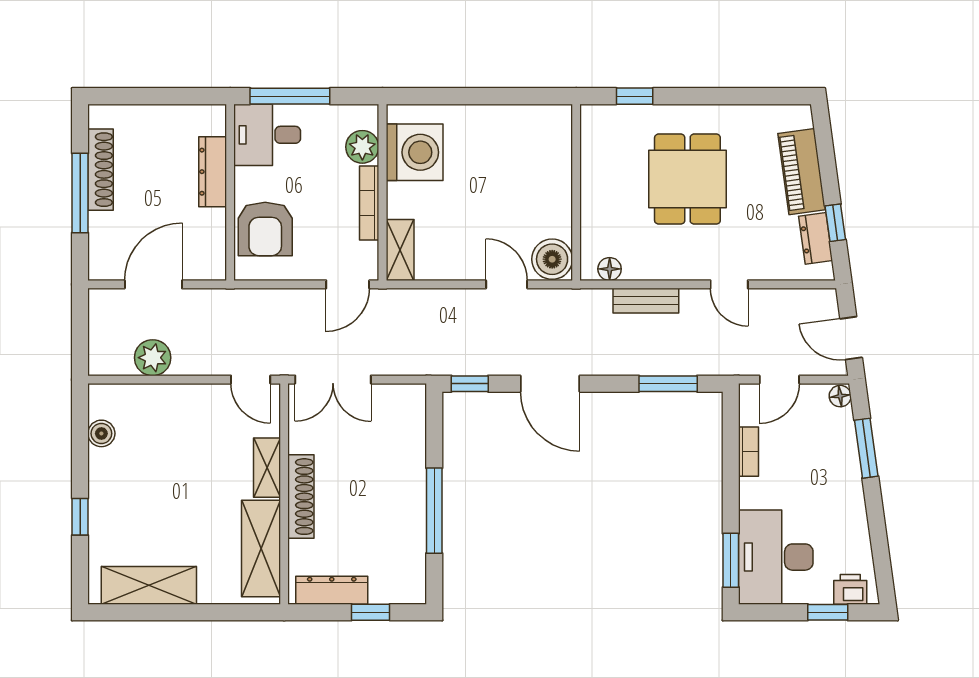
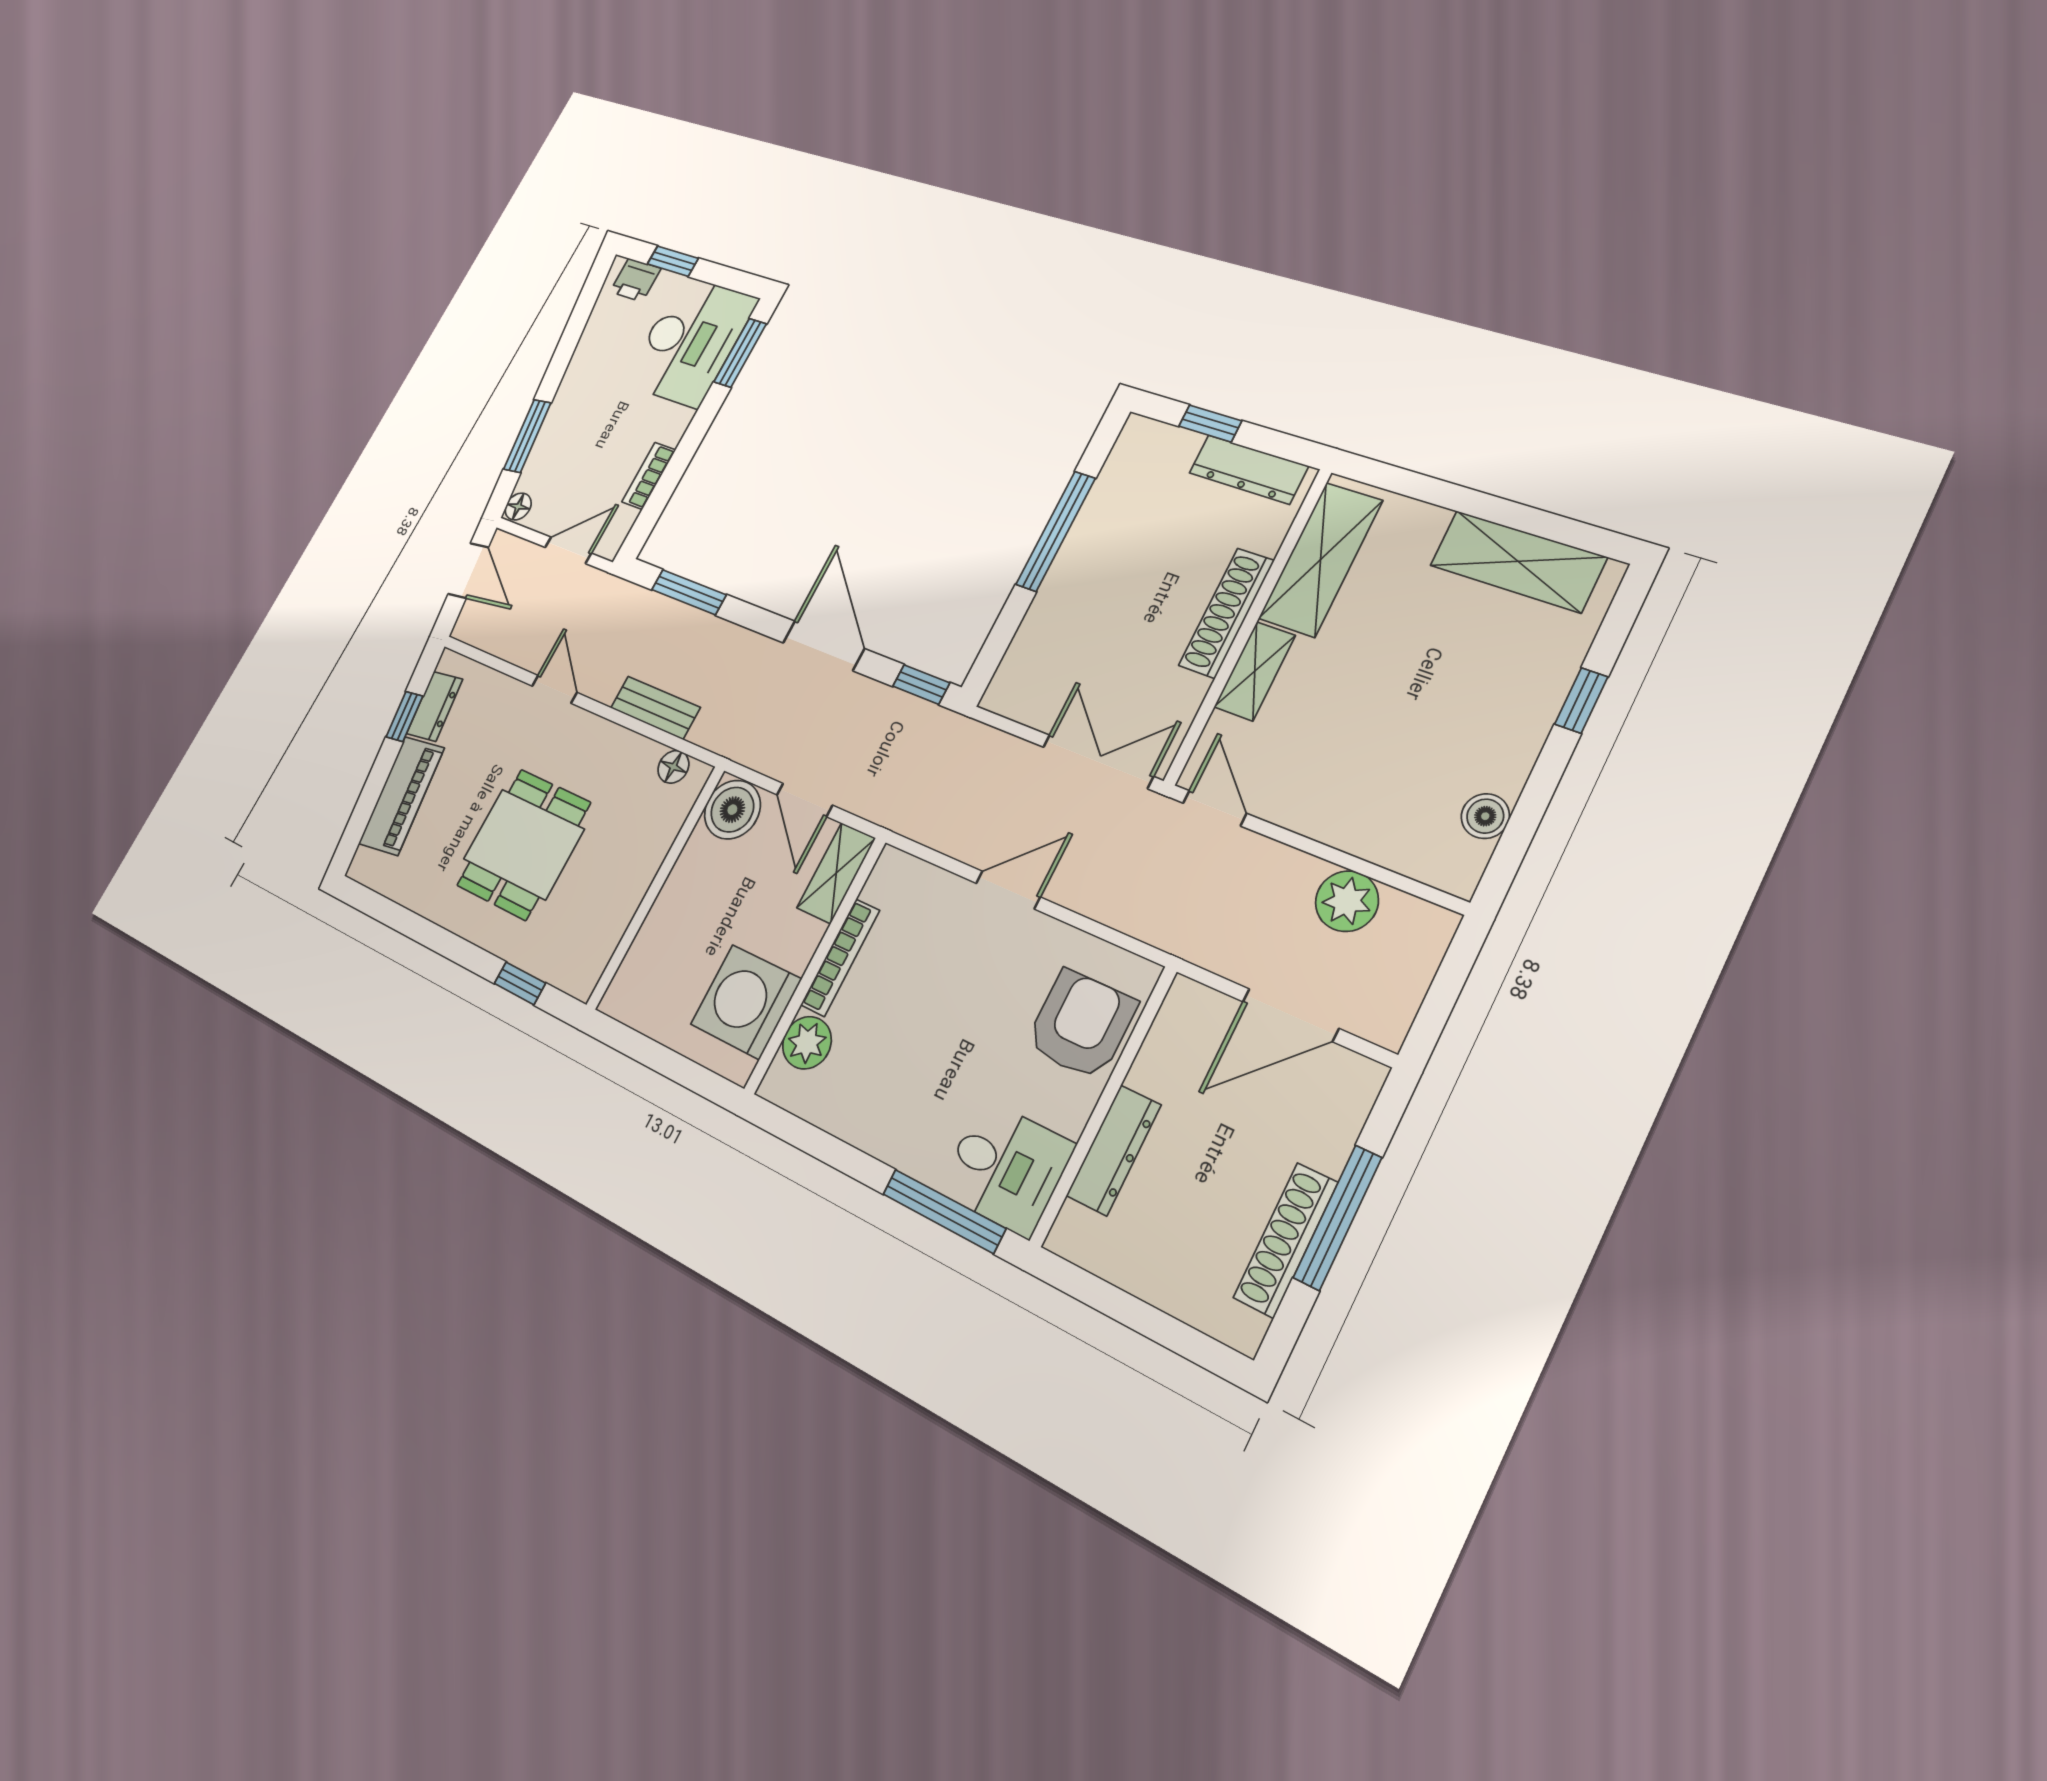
plant: (362, 147) -> (807, 1043), moved
washing machine: (415, 152) -> (746, 1002), moved
wall: (383, 192) -> (816, 965), moved
bookcase: (369, 203) -> (840, 958), moved
shelving: (400, 250) -> (836, 873), moved

